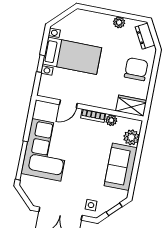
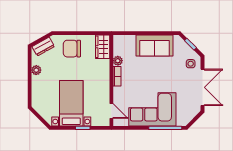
door: (68, 104) -> (111, 111), moved
plant: (131, 137) -> (129, 42), removed

